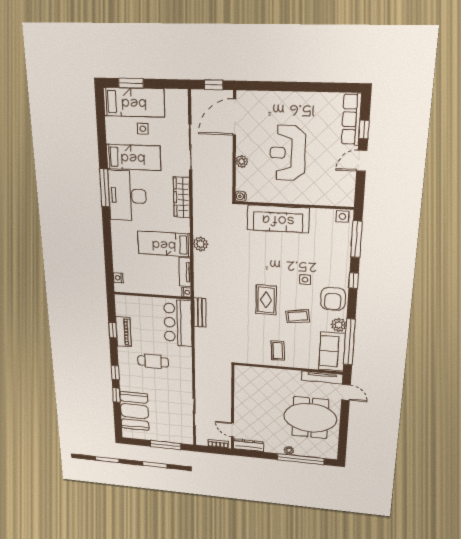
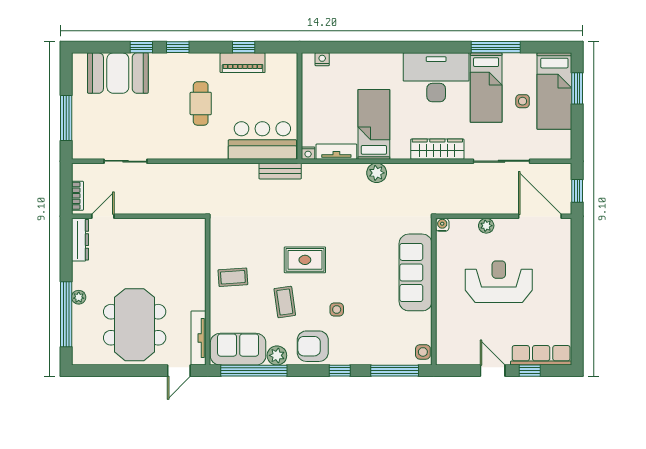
window: (105, 188) -> (496, 47), moved

